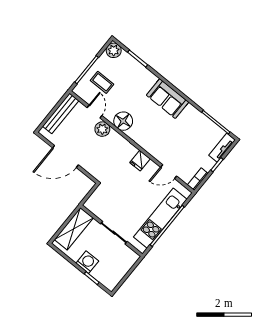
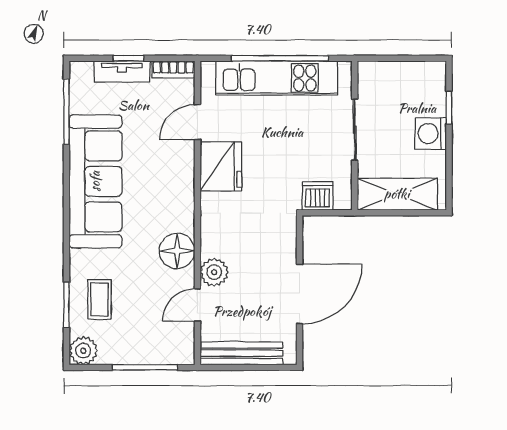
coffee table: (102, 82) -> (99, 299), moved
sofa: (168, 99) -> (95, 181), width x1.85, depth x1.27
tv unit: (222, 148) -> (122, 72), moved
door: (65, 156) -> (300, 294), hinge flipped
fridge: (140, 161) -> (221, 166), width x1.88, depth x1.34
door: (169, 172) -> (197, 122), swing flipped
dishwasher: (99, 196) -> (318, 196), added

